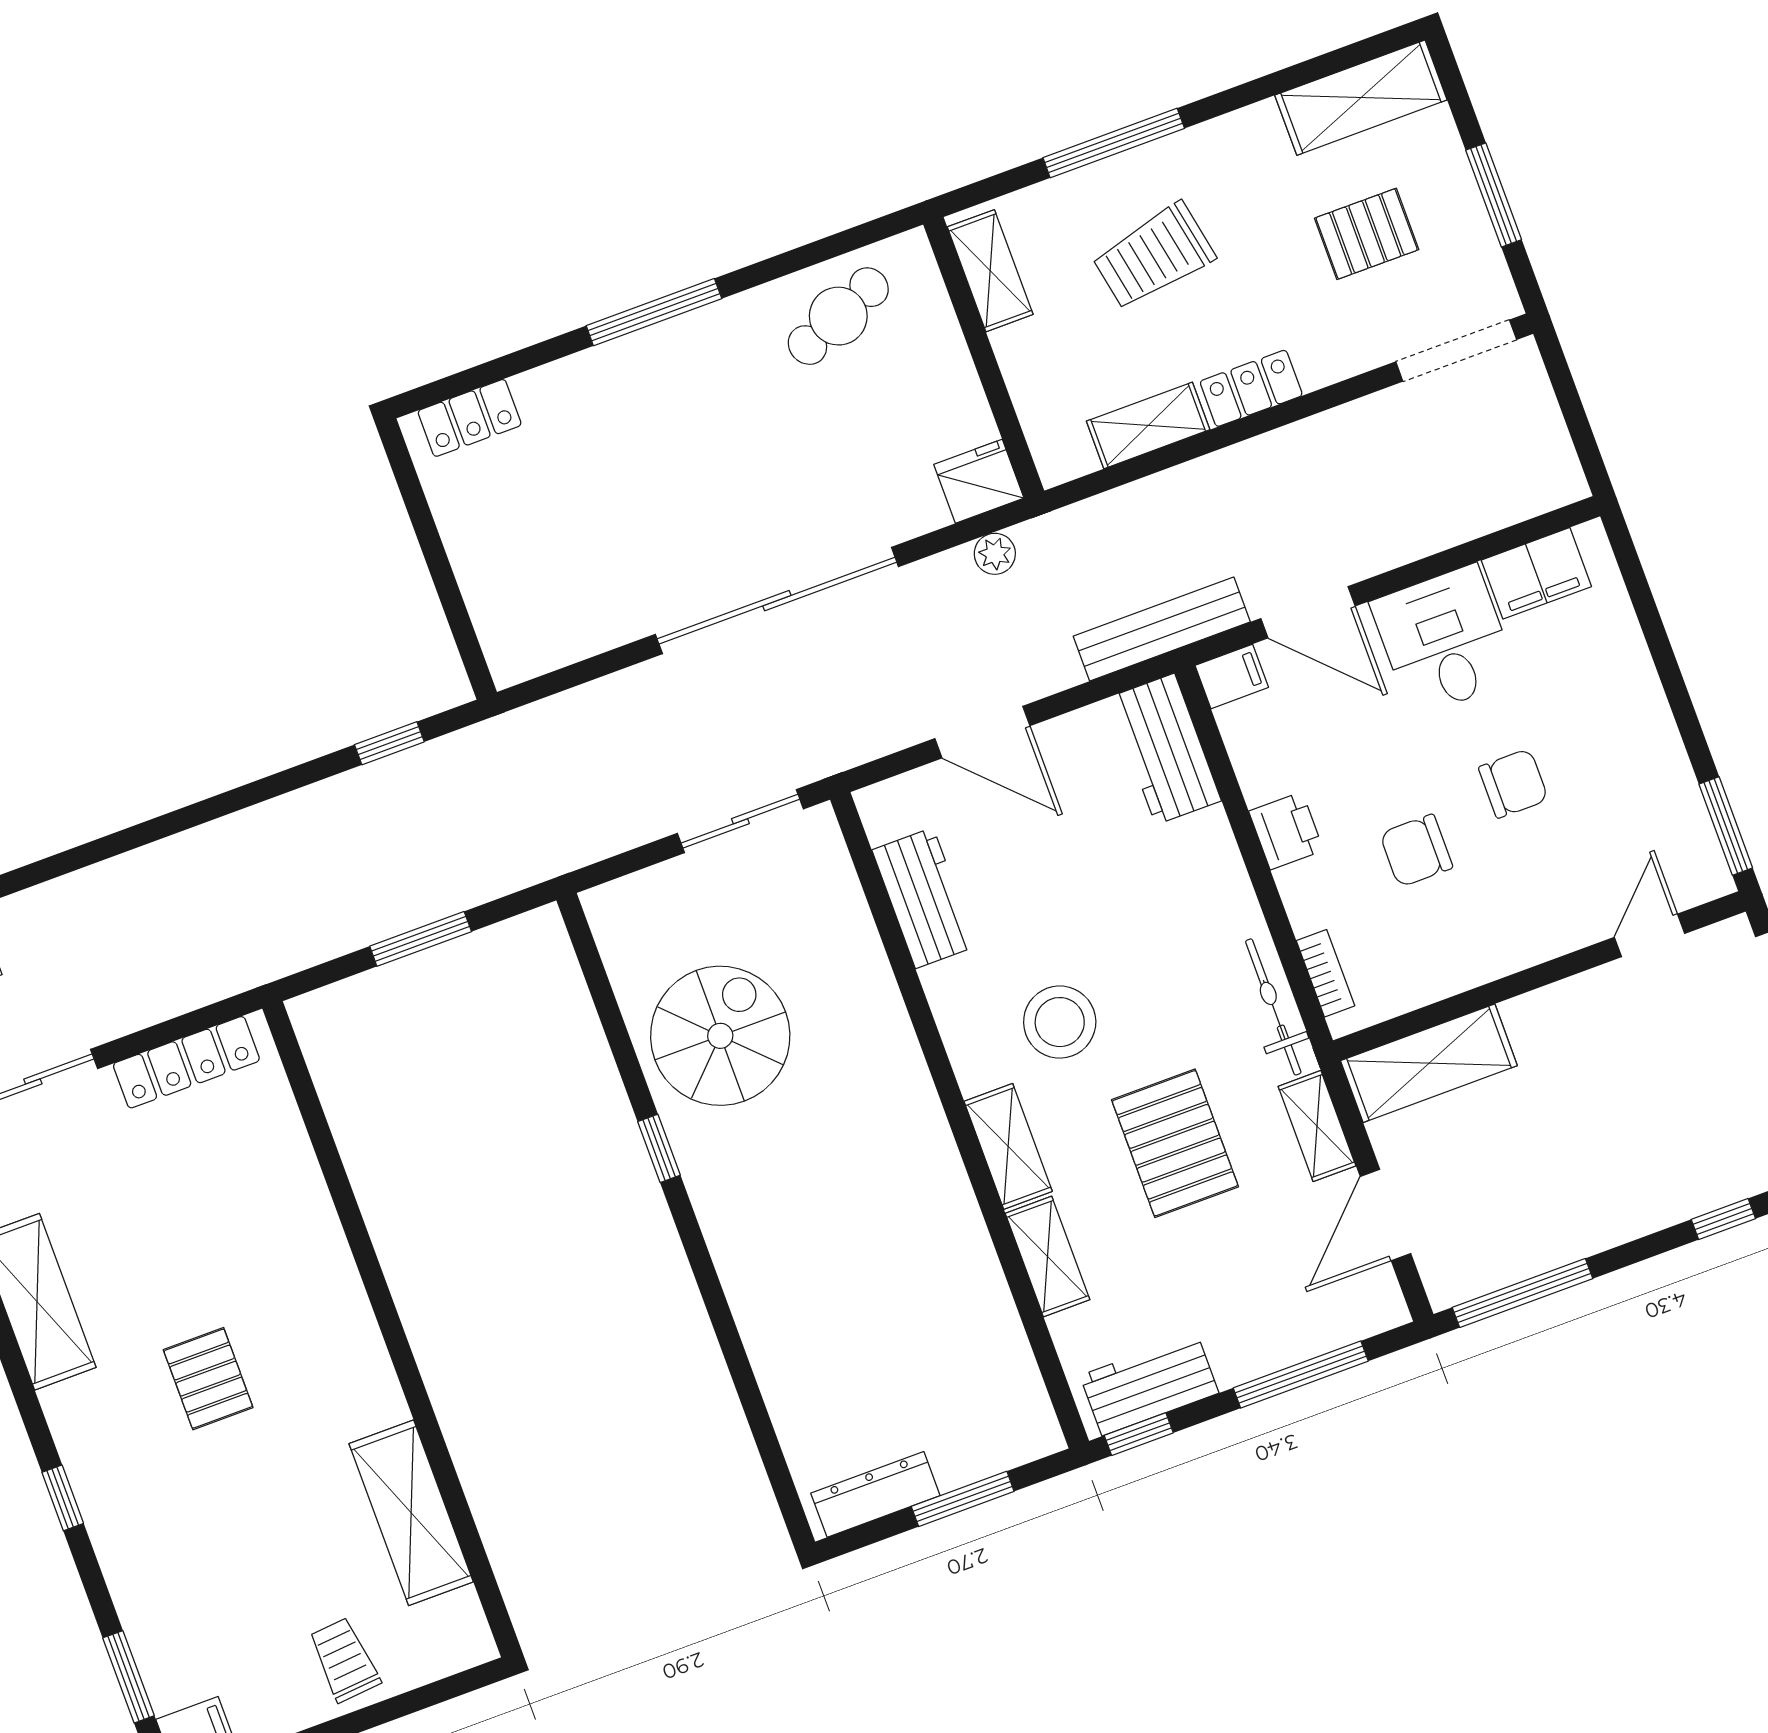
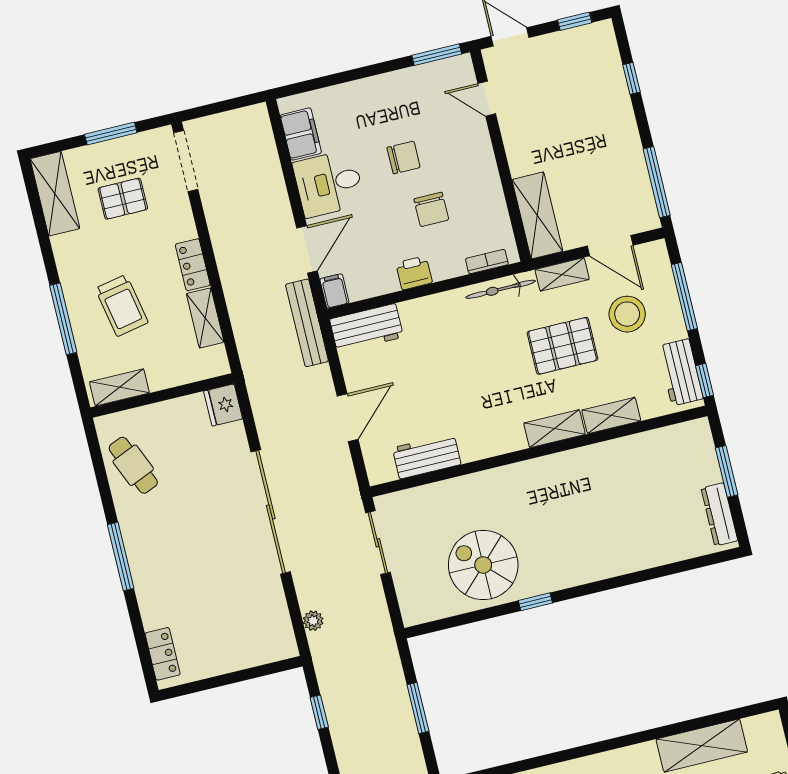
pallet: (1367, 234) -> (123, 199), turned 90
plant: (995, 554) -> (313, 621), moved
chair: (1513, 783) -> (404, 157), turned 90
stool: (1060, 1022) -> (627, 314), moved

